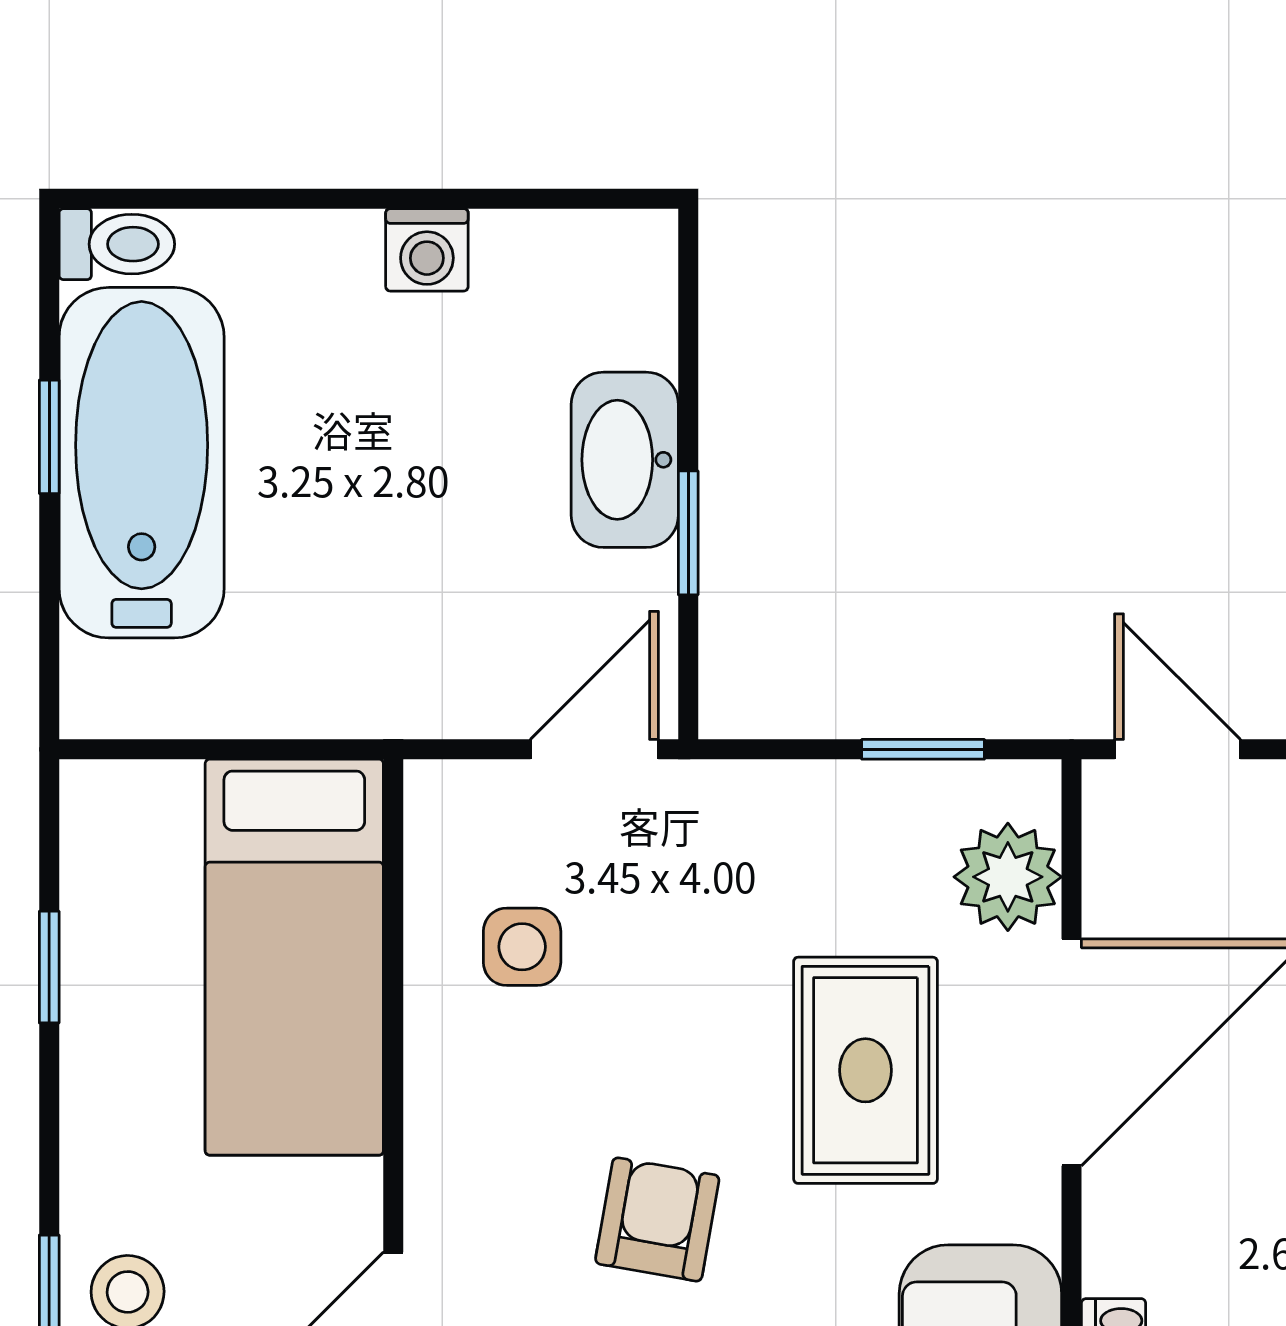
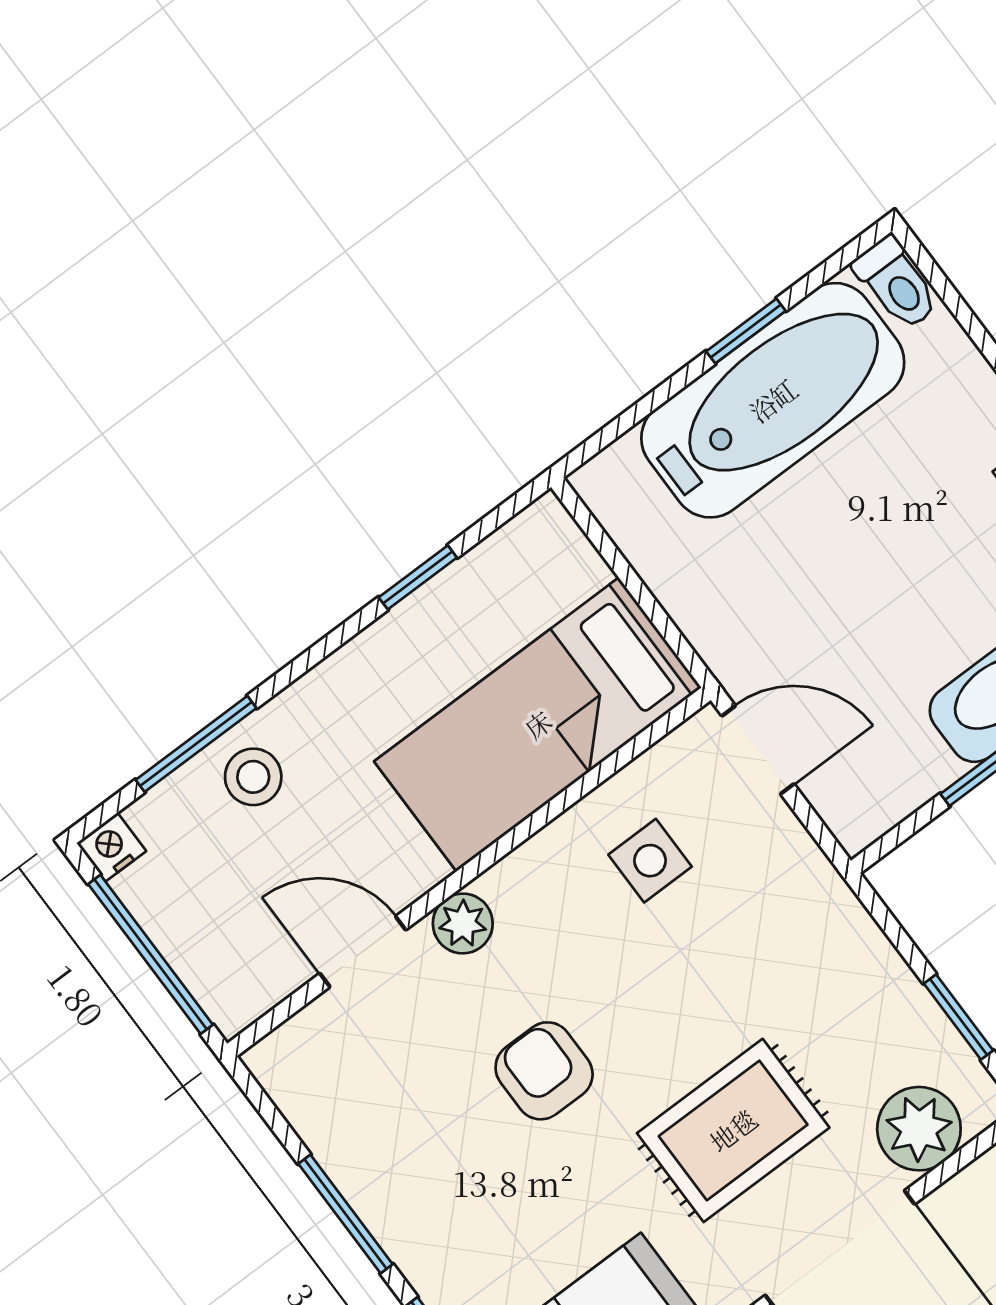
door: (594, 749) -> (758, 750), moved
plant: (442, 1189) -> (463, 923), added
armchair: (657, 1219) -> (544, 1071), turned -100

